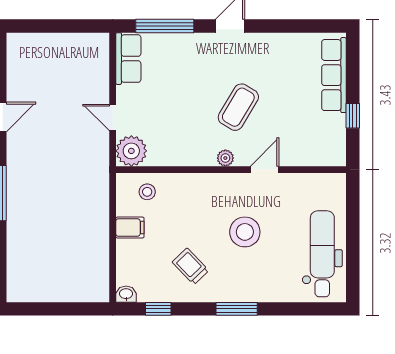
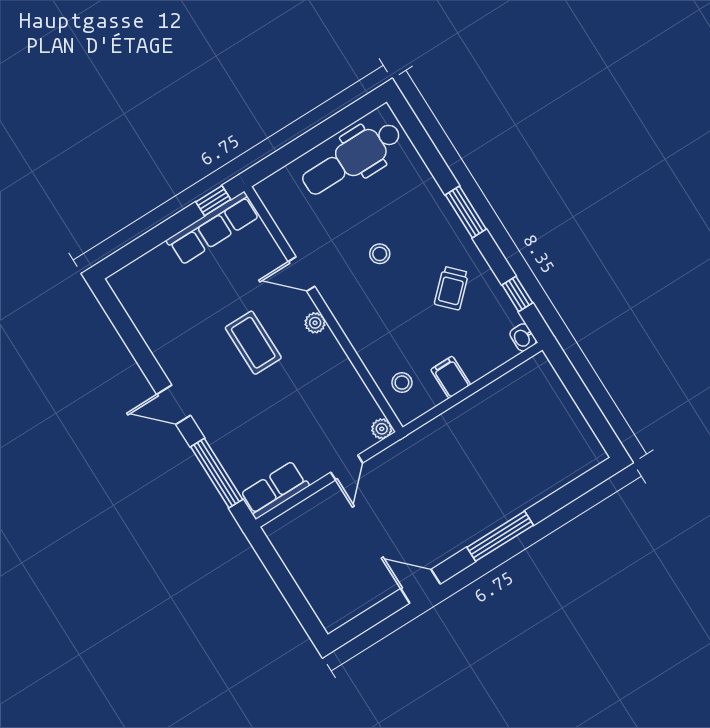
row of seats: (334, 75) -> (213, 228), moved
coffee table: (238, 107) -> (253, 343), turned 59
window: (353, 116) -> (213, 201), moved
plant: (131, 151) -> (382, 429), width x0.53, depth x0.53
stool: (245, 232) -> (380, 254), width x0.53, depth x0.53

